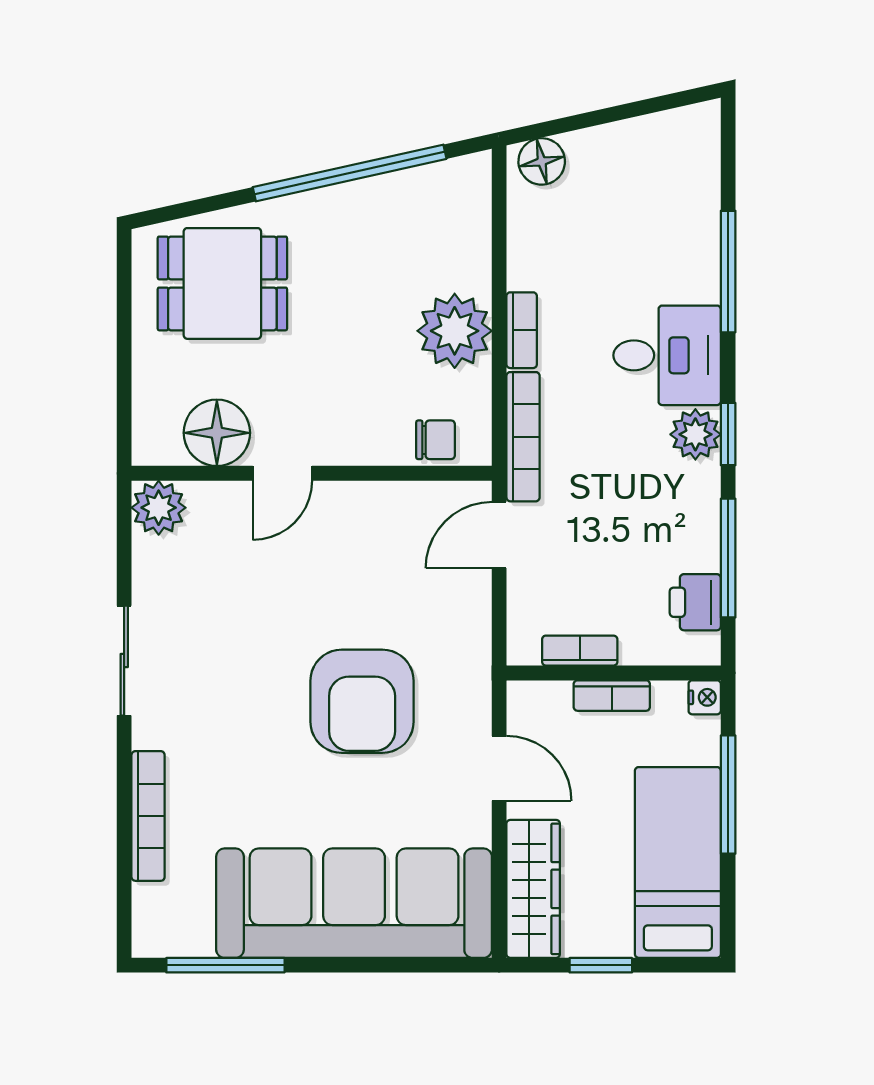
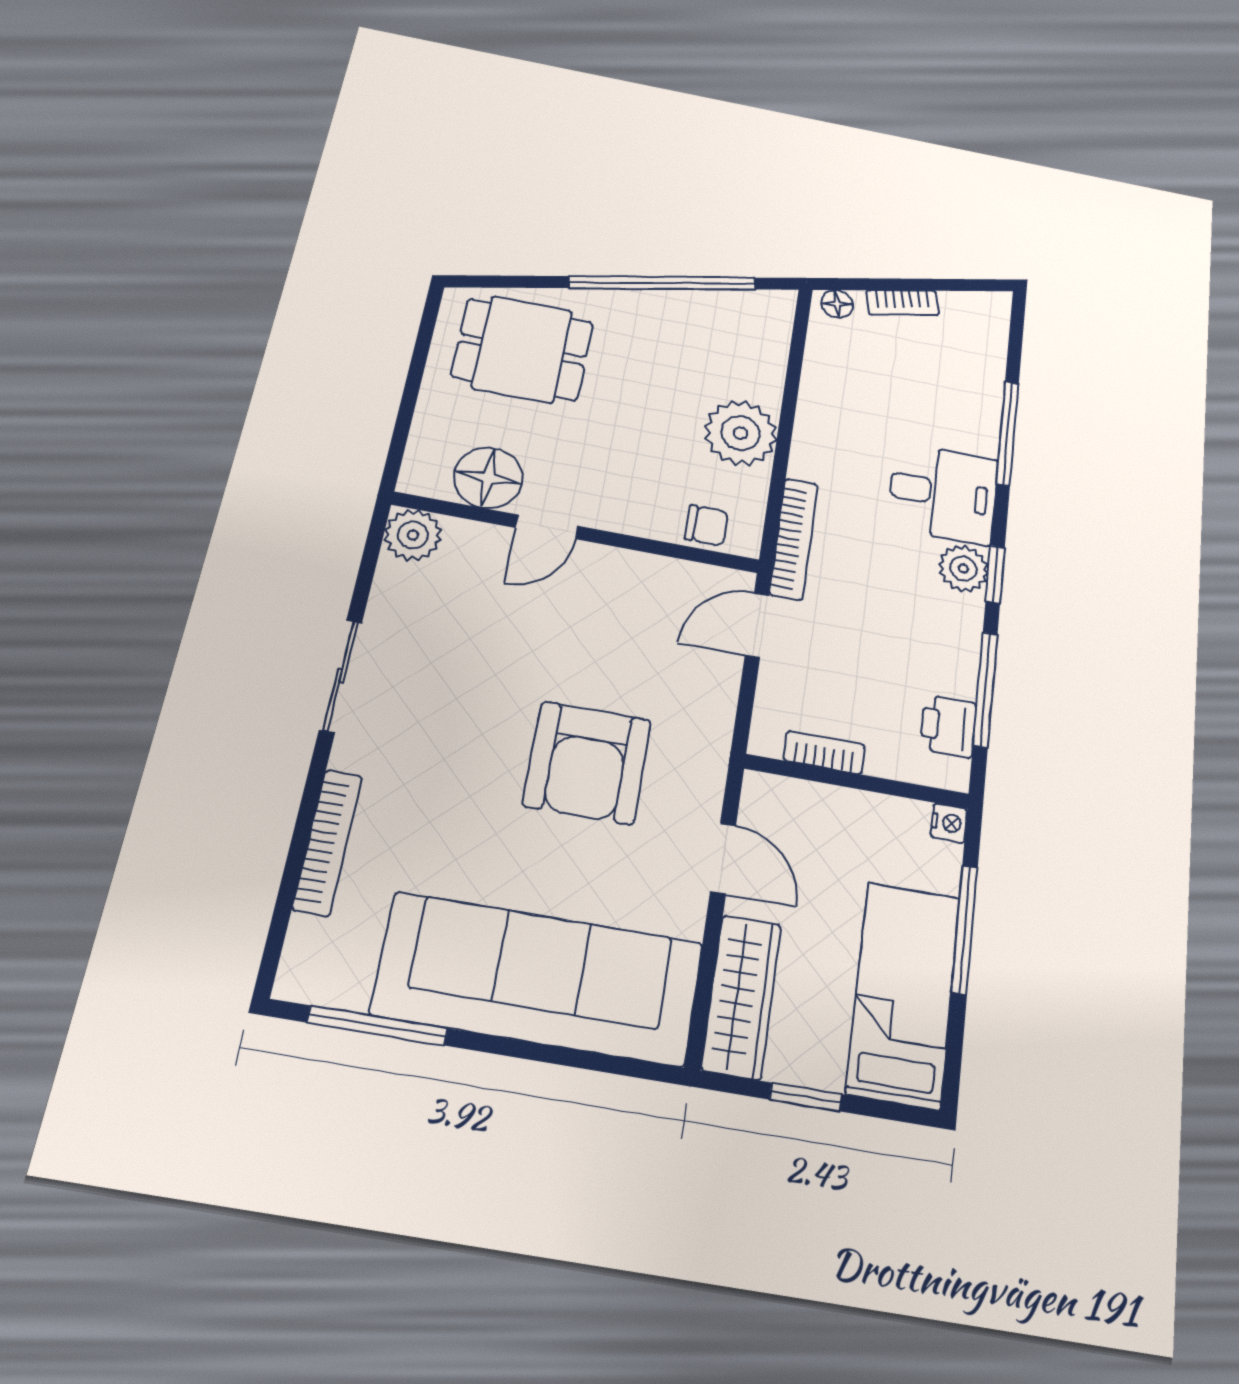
floor lamp: (542, 161) -> (837, 304), width x0.73, depth x0.73
bookcase: (522, 330) -> (903, 303), moved, turned 77
bookcase: (612, 696) -> (852, 804), removed

